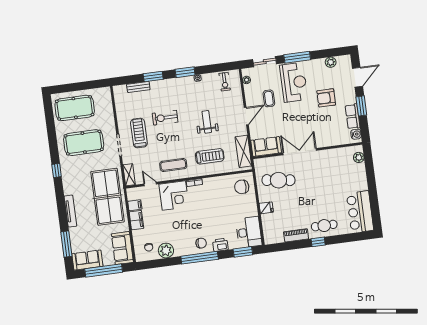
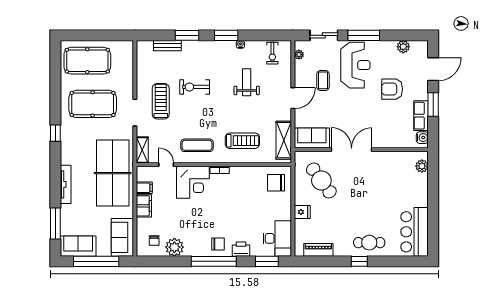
weight bench: (207, 122) -> (247, 82), moved
cafe table: (278, 180) -> (321, 181), turned 46
piano: (296, 235) -> (318, 250), moved

